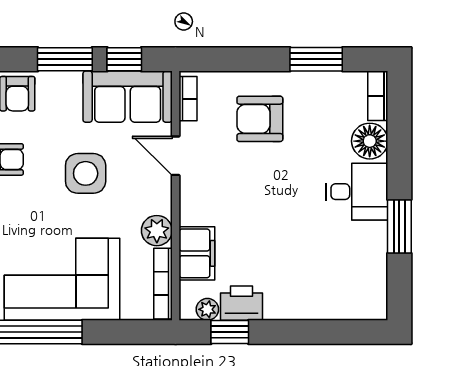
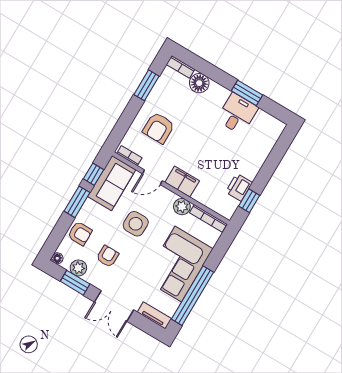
desk: (357, 192) -> (237, 114), moved
filing cabinet: (197, 253) -> (182, 182), moved
plant: (207, 309) -> (232, 205), removed

